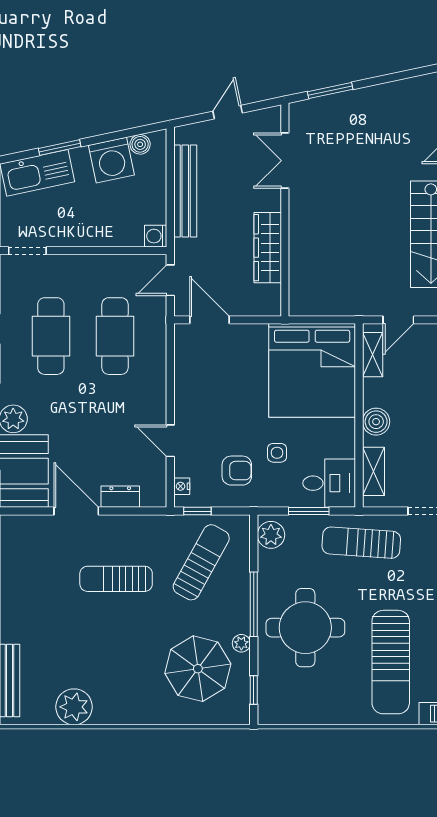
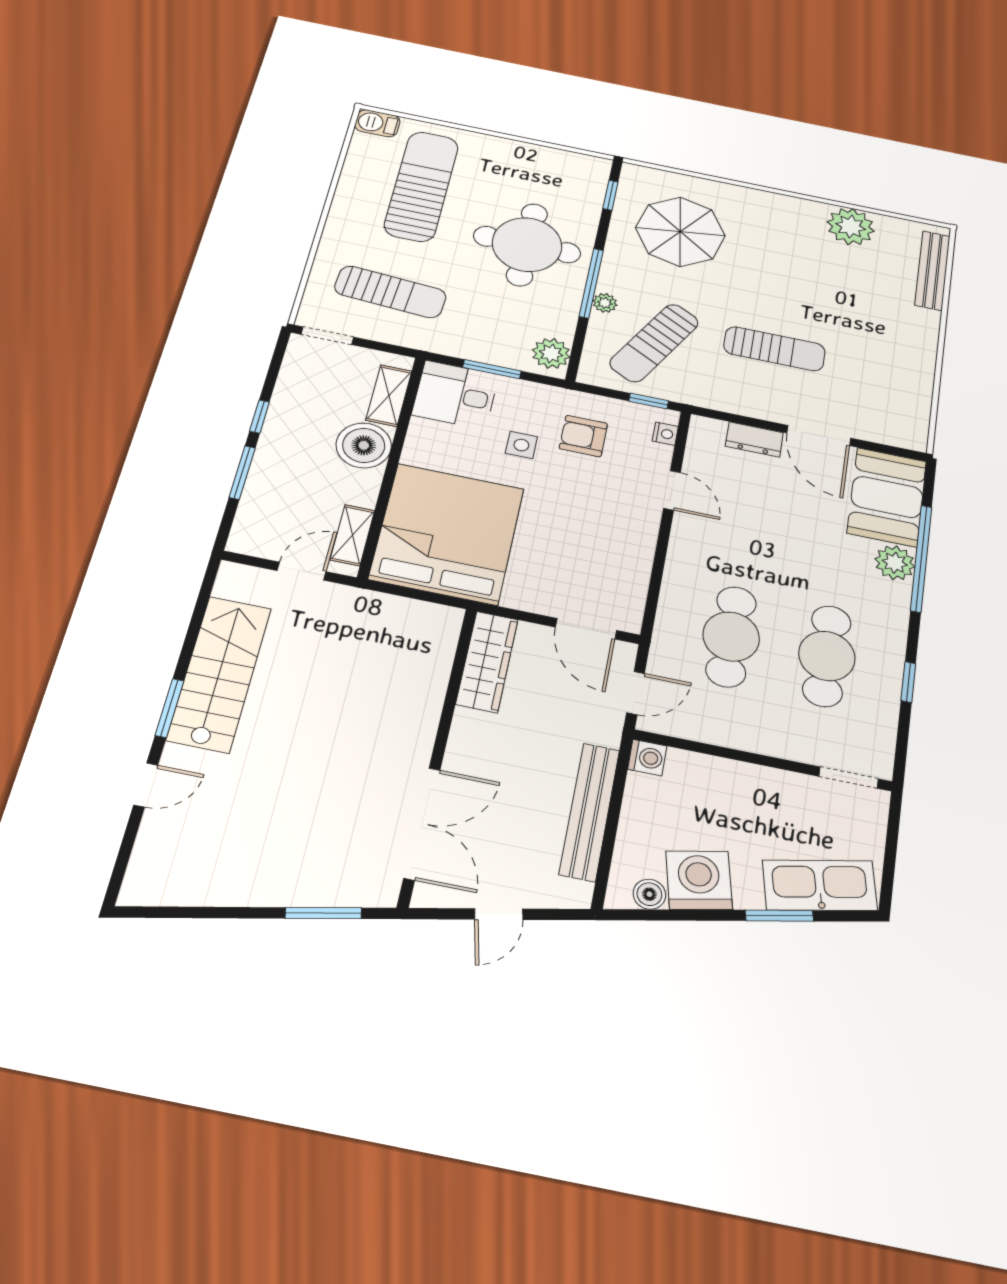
double door: (285, 161) -> (422, 824), width x1.37
wardrobe: (268, 248) -> (487, 662), moved
boiler: (376, 422) -> (364, 445), width x1.37, depth x1.37
sun lounger: (361, 543) -> (390, 292), moved
plant: (241, 643) -> (605, 303), moved

